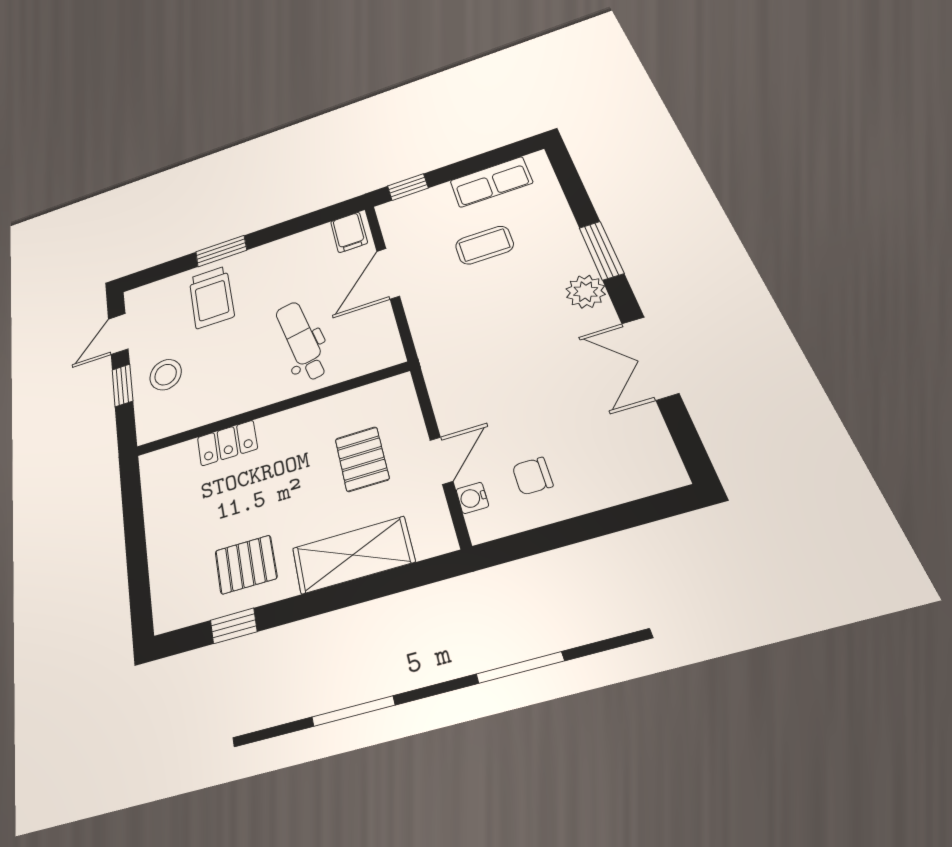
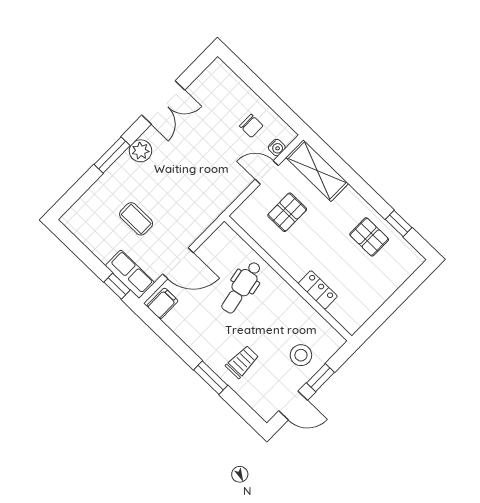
row of seats: (491, 182) -> (130, 274), moved
trolley: (211, 297) -> (242, 362), width x0.73, depth x0.72
shelving: (353, 555) -> (317, 171), moved

